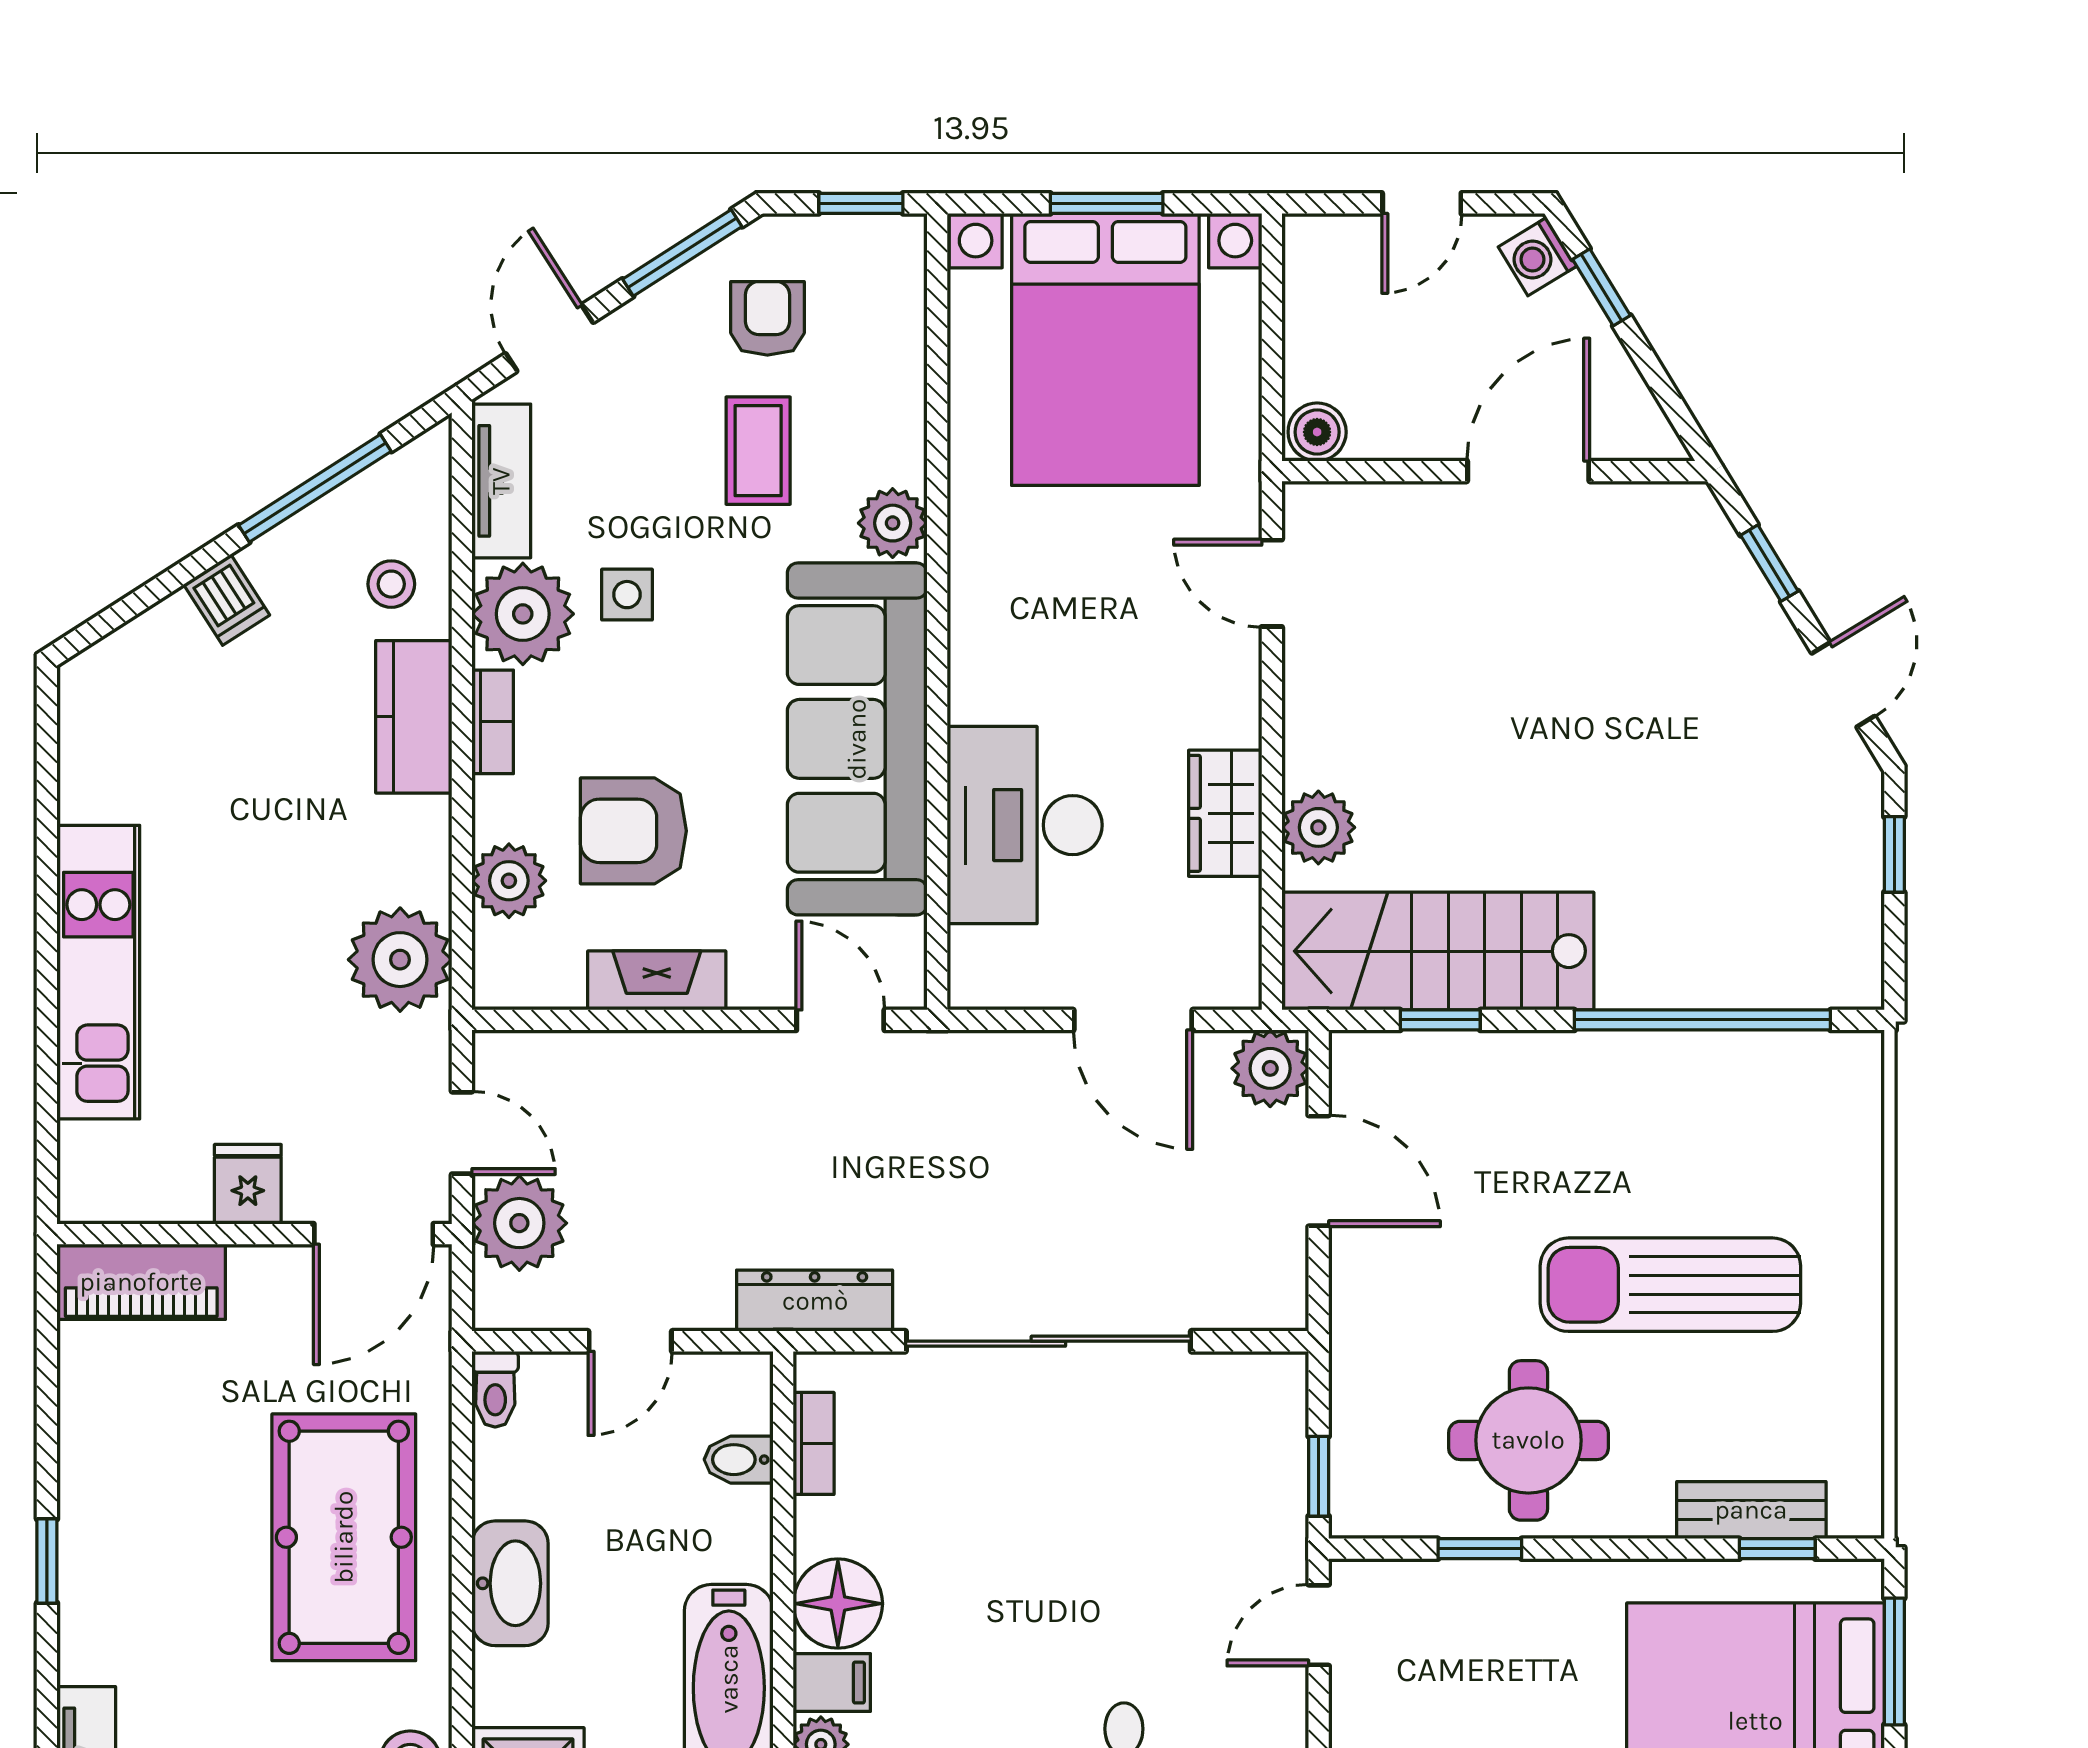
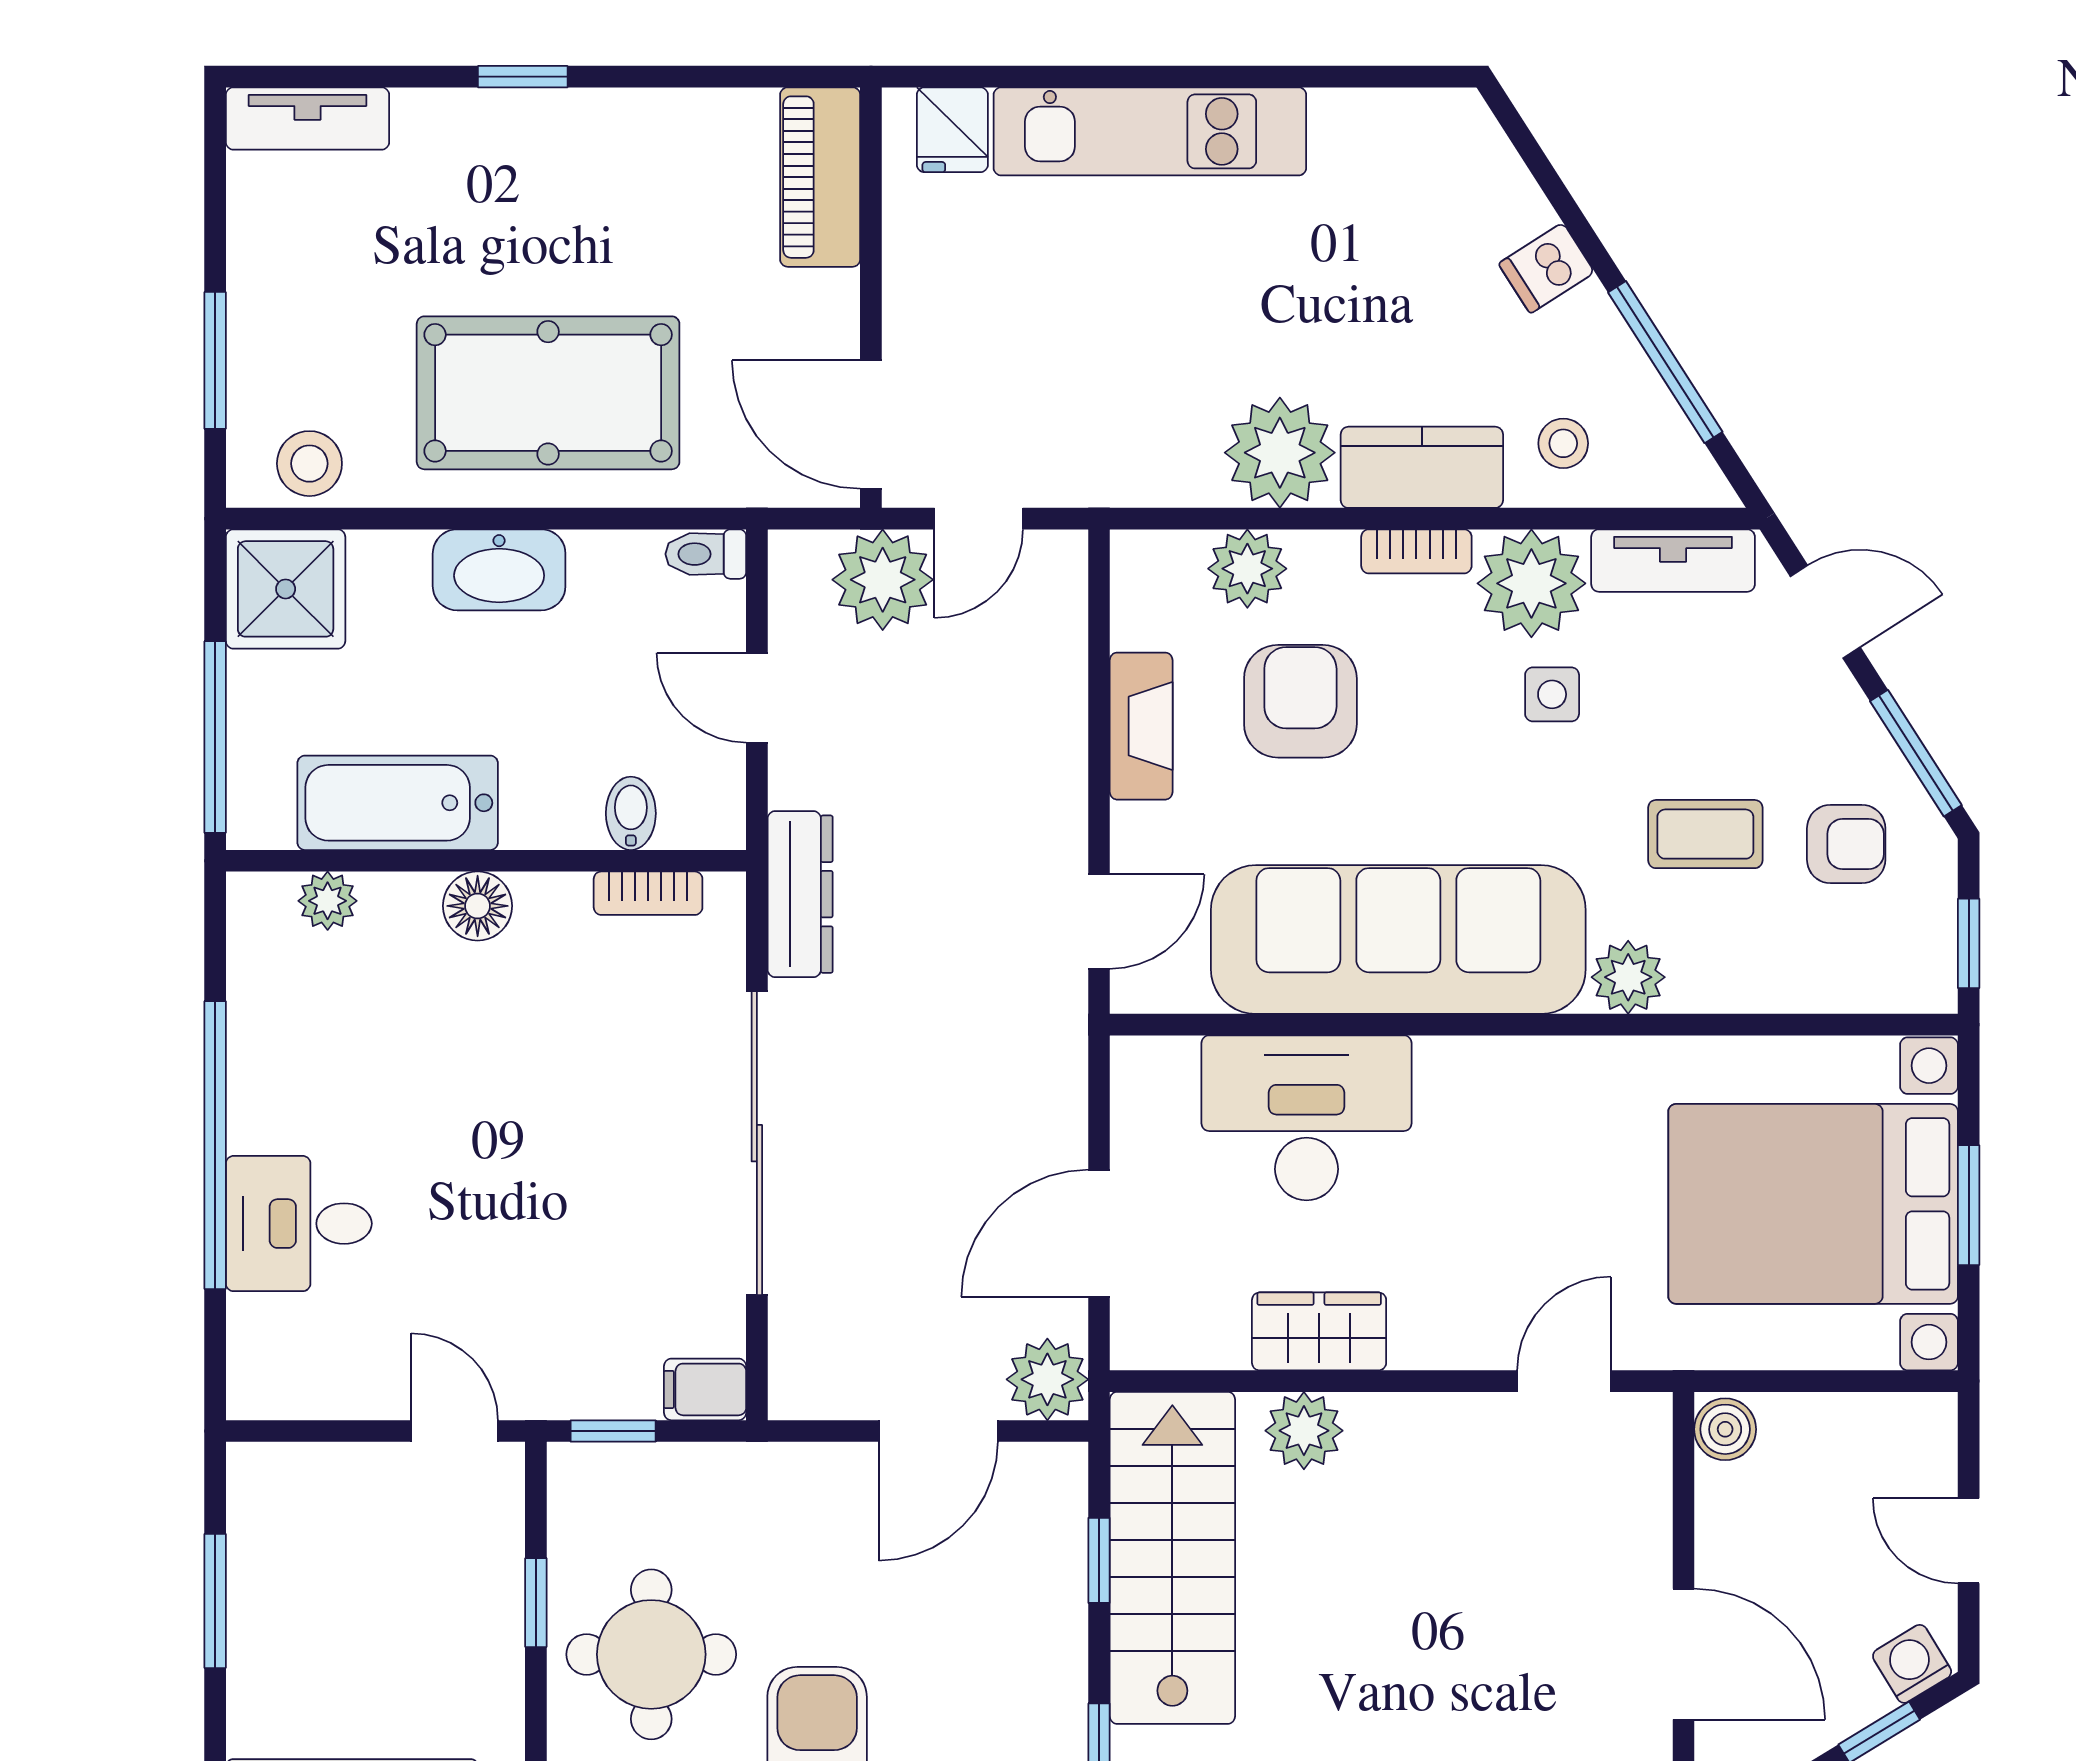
plant: (400, 960) -> (1280, 453), moved
fridge: (248, 1184) -> (952, 130), moved, turned 90
floor lamp: (838, 1604) -> (478, 906), width x0.73, depth x0.73
filing cabinet: (832, 1683) -> (705, 1389), moved, turned 90

